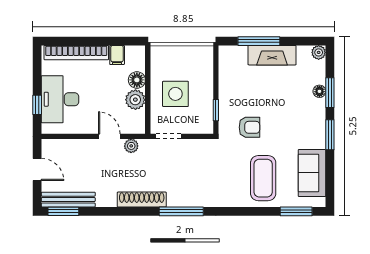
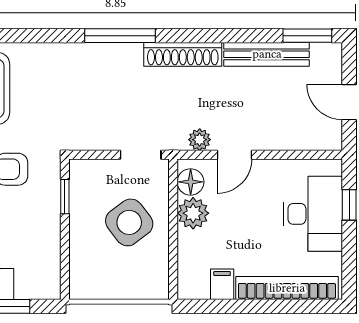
floor lamp: (137, 80) -> (191, 182), moved
side table: (175, 94) -> (129, 222), turned -37
door: (109, 136) -> (234, 155), hinge flipped
bench: (68, 200) -> (267, 54), moved

